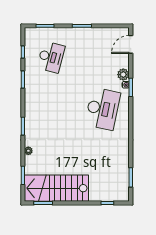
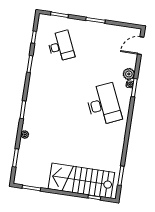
desk: (51, 57) -> (61, 46), turned -39
desk: (103, 109) -> (104, 104), turned -36
stairs: (56, 188) -> (81, 181), moved

